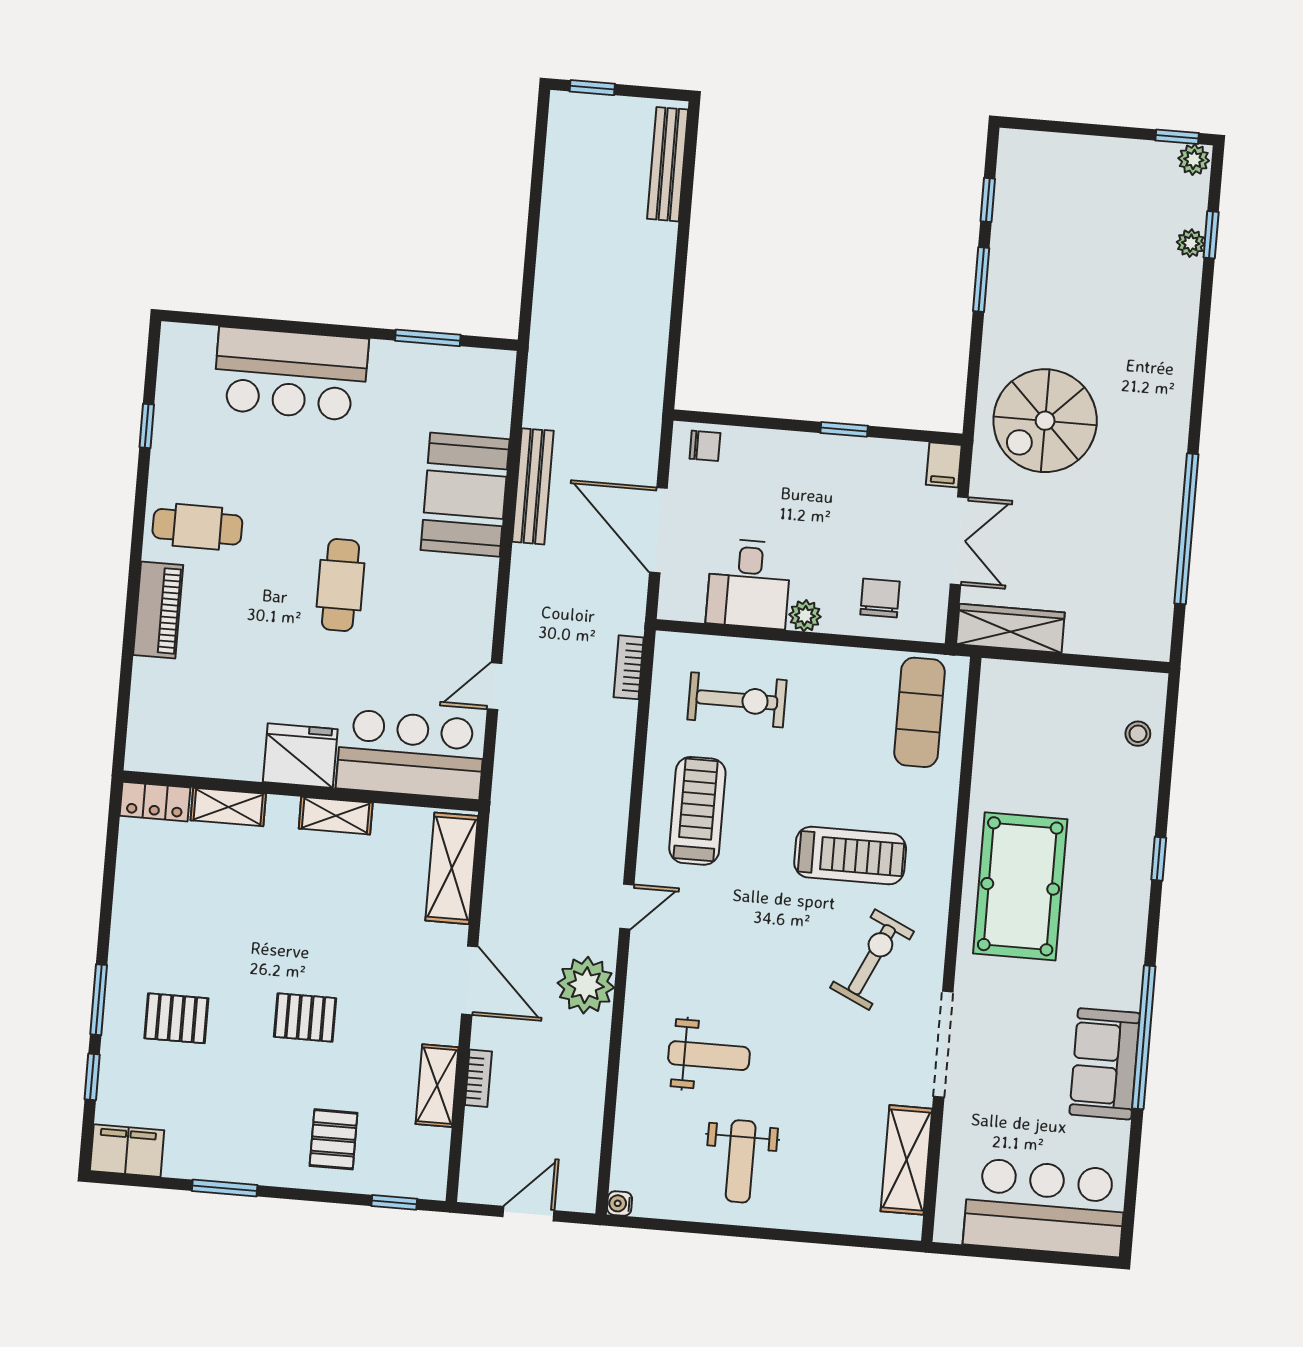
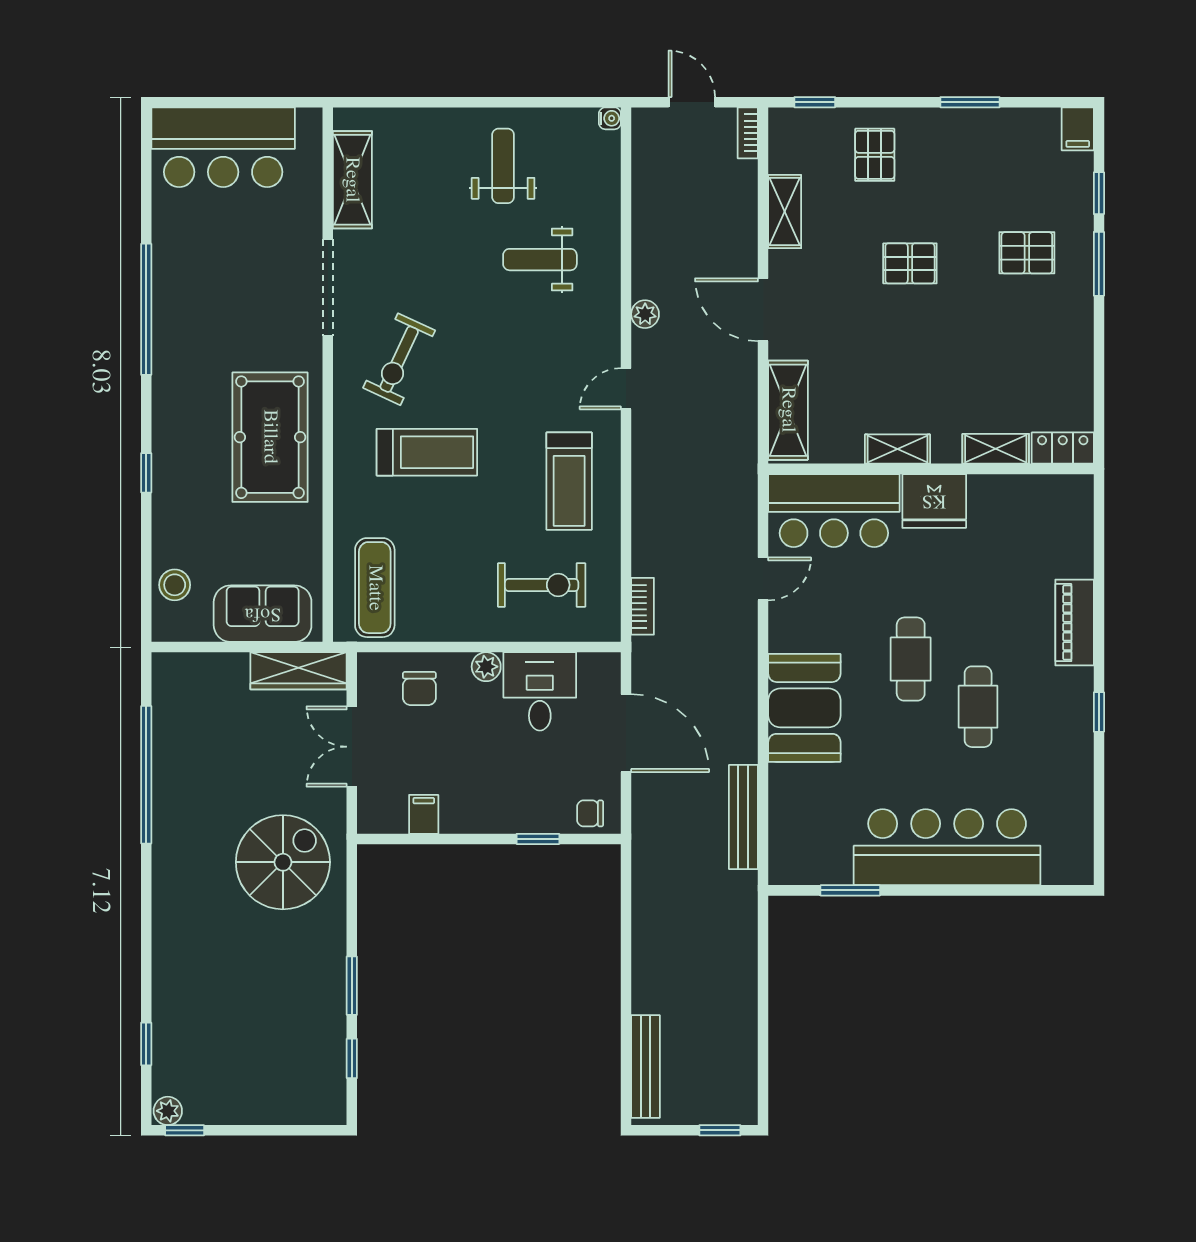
plant: (1191, 243) -> (164, 1035), removed
bar counter: (291, 374) -> (947, 847), width x1.36
window: (147, 426) -> (1099, 712), moved
window: (844, 429) -> (538, 839), moved
filing cabinet: (944, 465) -> (424, 814), moved
bench: (533, 486) -> (743, 817), moved
booth: (465, 495) -> (804, 708), moved
cafe table: (197, 527) -> (978, 707), moved, turned 90
exercise bike: (737, 700) -> (542, 585), turned 180
stool: (1138, 734) -> (175, 585), width x1.37, depth x1.37
treadmill: (850, 856) -> (427, 452), turned 180
plant: (586, 985) -> (645, 314), width x0.53, depth x0.53
sofa: (1105, 1064) -> (263, 614), moved, turned -90
bookcase: (478, 1078) -> (748, 133), moved
filing cabinet: (127, 1151) -> (1078, 129), width x0.50
door: (529, 1214) -> (692, 102), swing flipped

